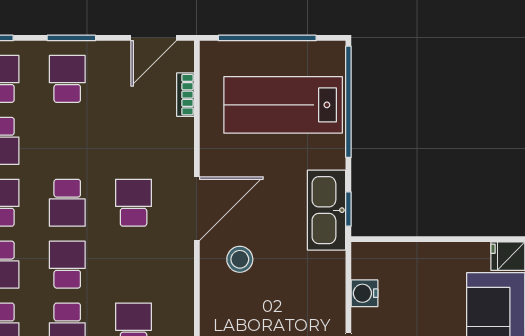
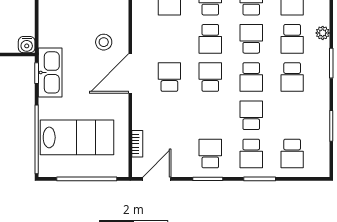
school desk: (67, 79) -> (210, 153), turned 180
school desk: (134, 203) -> (169, 77), turned 180
water cooler: (365, 293) -> (27, 45), moved, turned 90

